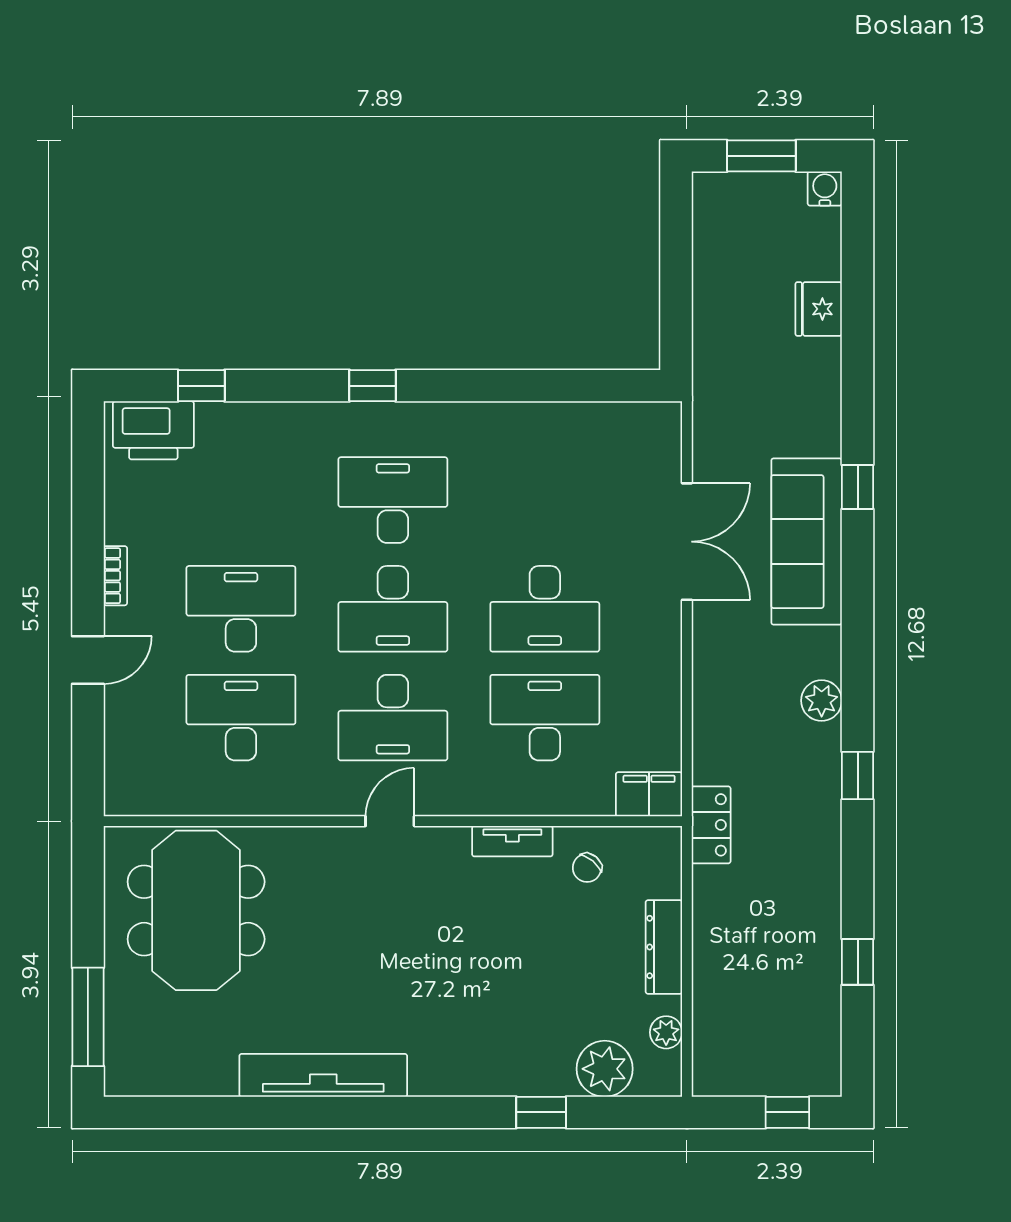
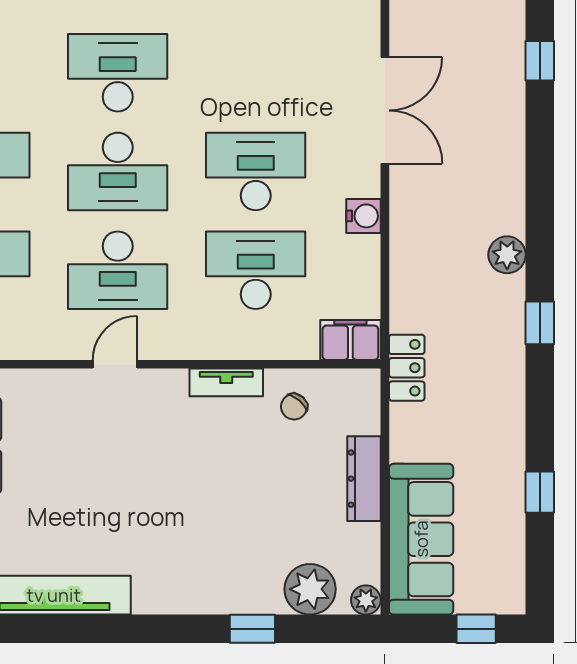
sofa: (807, 542) -> (421, 539), moved, turned 180
desk: (545, 609) -> (256, 171), turned 180
water cooler: (663, 658) -> (363, 216), added
plant: (666, 1032) -> (366, 600), moved

